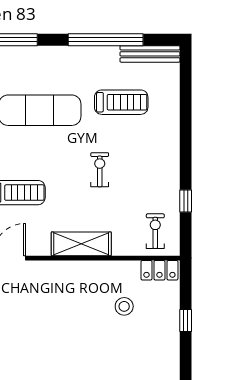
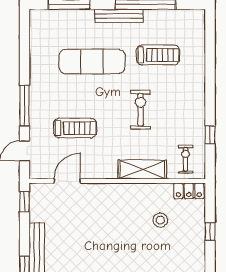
bench: (150, 54) -> (119, 16), moved
exercise bike: (100, 170) -> (141, 110), width x1.38, depth x1.39
shelving: (81, 244) -> (142, 170), moved

